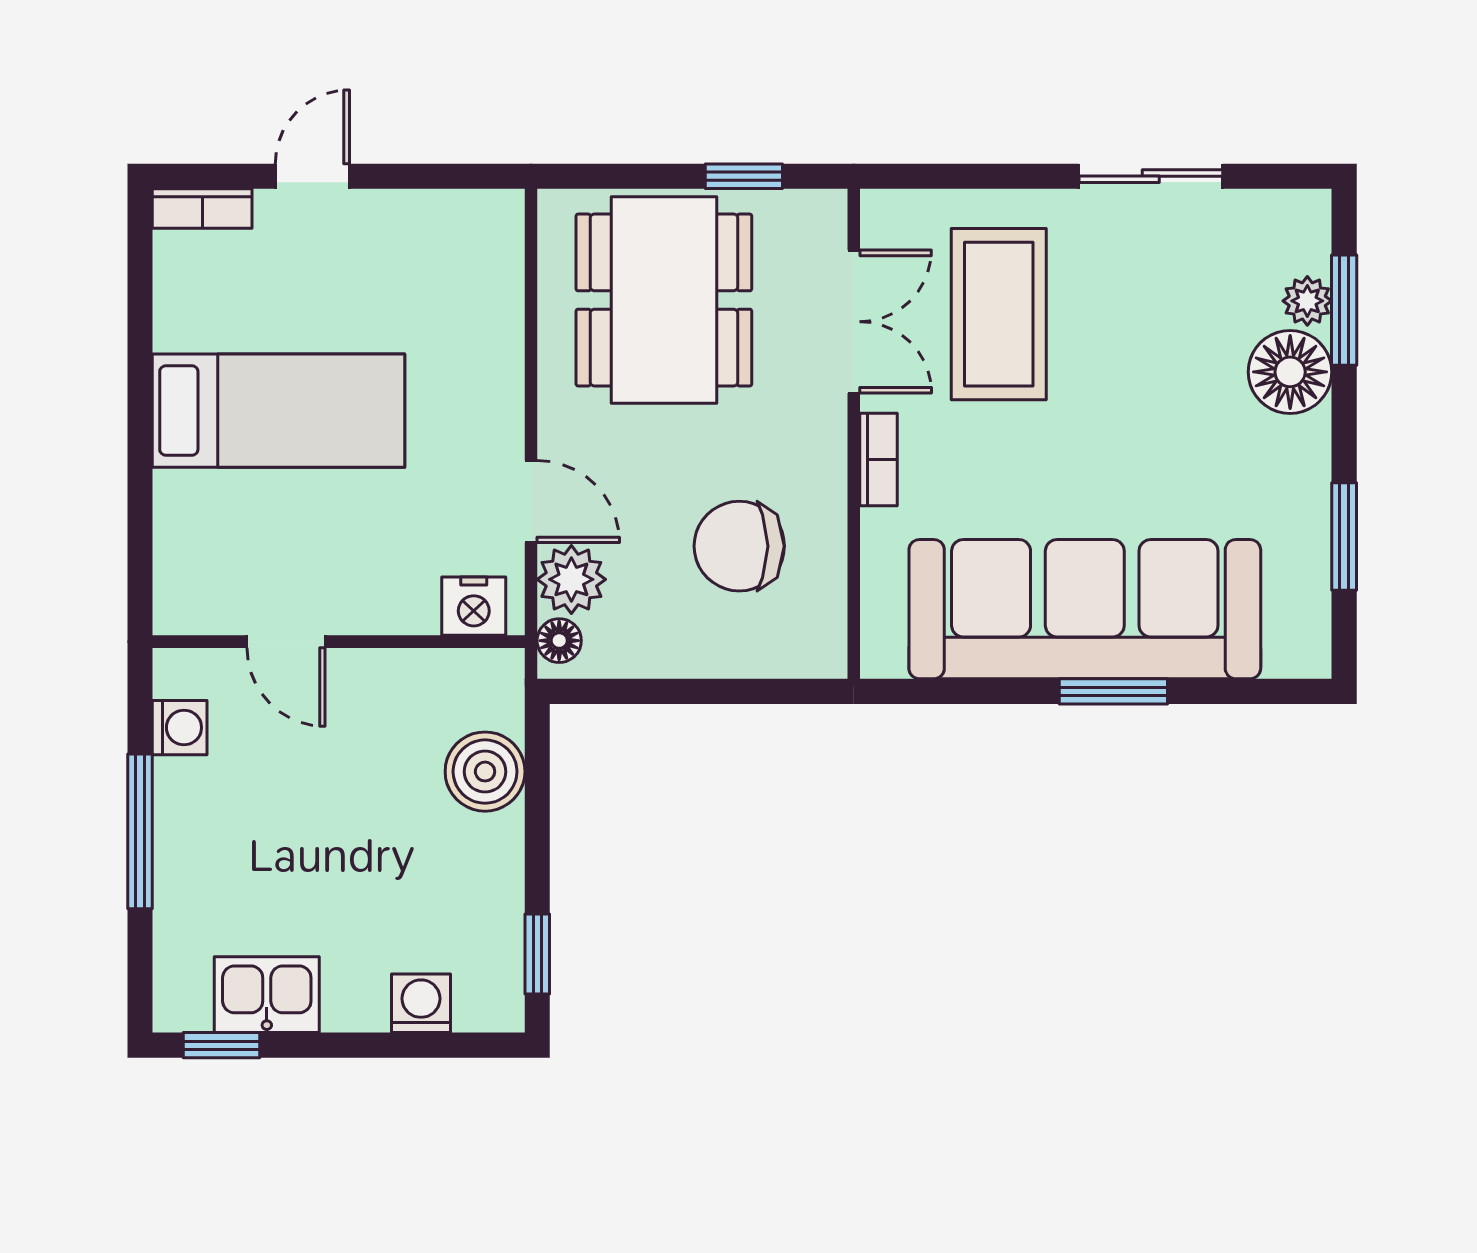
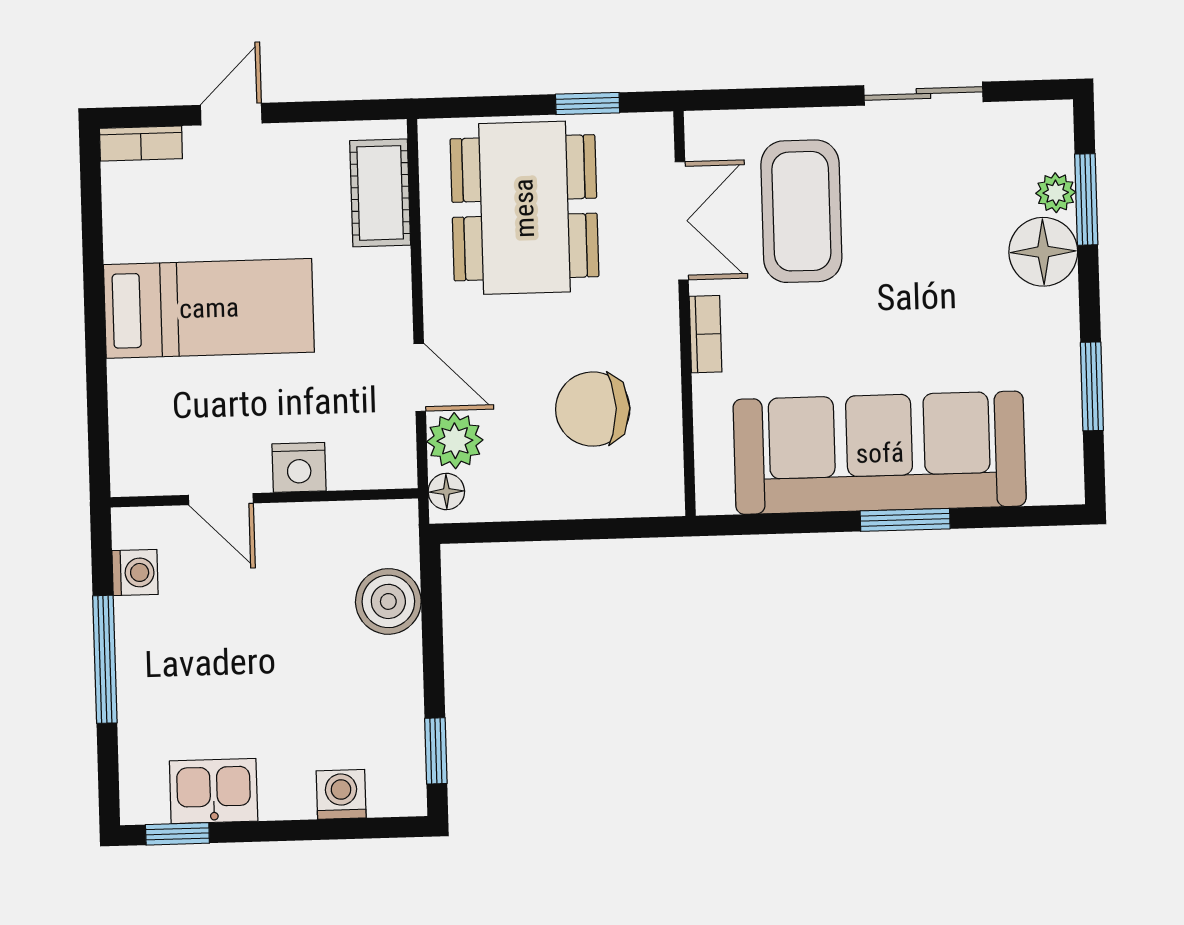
cot: (490, 277) -> (380, 193), added
nightstand: (474, 606) -> (299, 467), moved

